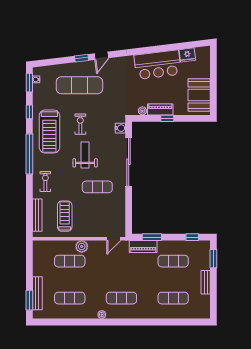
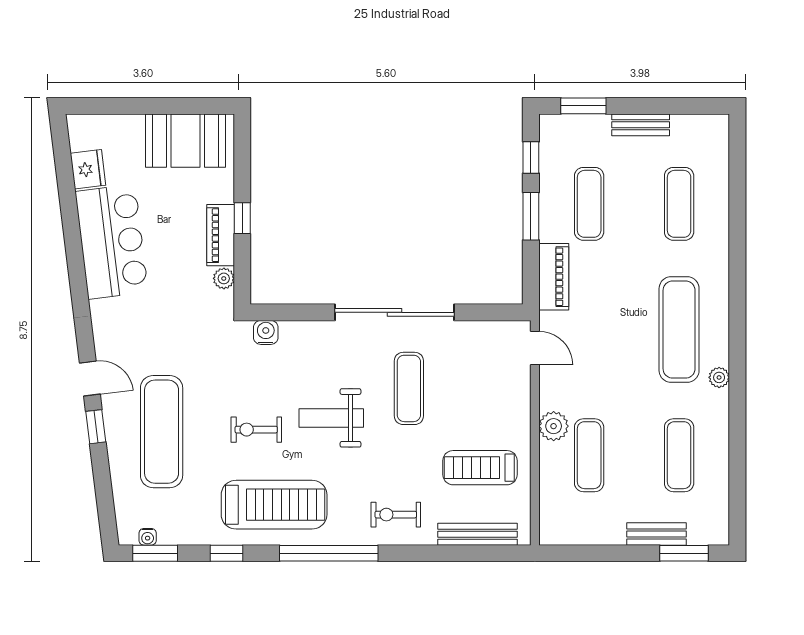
sliding door: (129, 162) -> (395, 312), moved
window: (152, 237) -> (531, 216), moved
bench: (37, 293) -> (657, 534), width x0.73
exercise mat: (121, 298) -> (679, 330), width x1.36, depth x1.45

